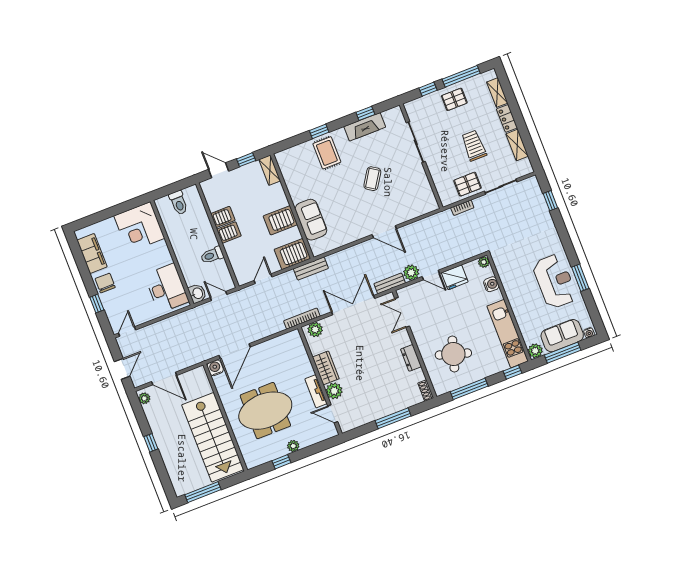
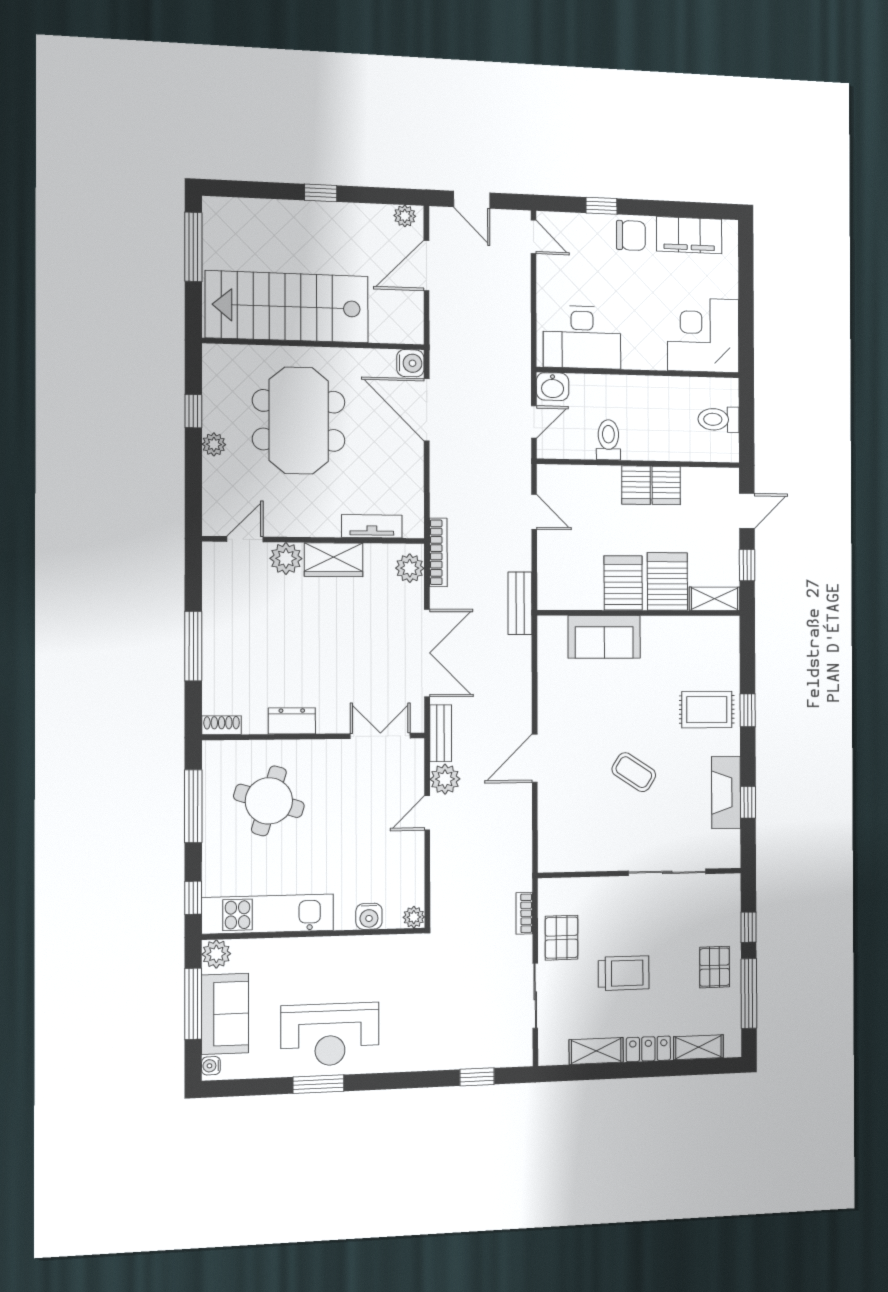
server rack: (292, 254) -> (667, 581), moved
fridge: (455, 277) -> (407, 854), removed
tv unit: (316, 391) -> (372, 526), moved

